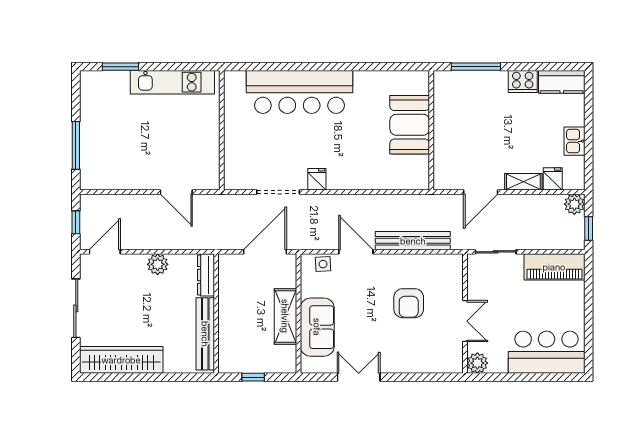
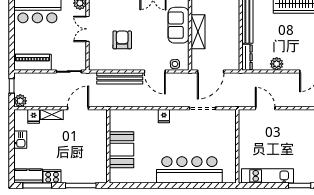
window: (547, 67) -> (37, 185), added
fridge: (317, 179) -> (164, 116), moved

